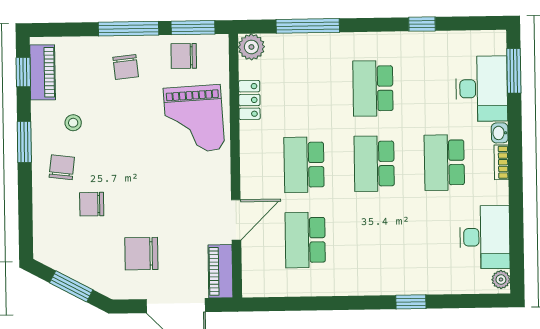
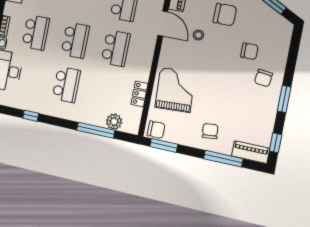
window: (128, 29) -> (223, 159), moved
plant: (251, 47) -> (114, 122), moved
chair: (184, 56) -> (156, 130), moved
piano: (43, 72) -> (251, 152), moved, turned 90
stool: (73, 123) -> (198, 35), moved
door: (236, 220) -> (163, 24), swing flipped

